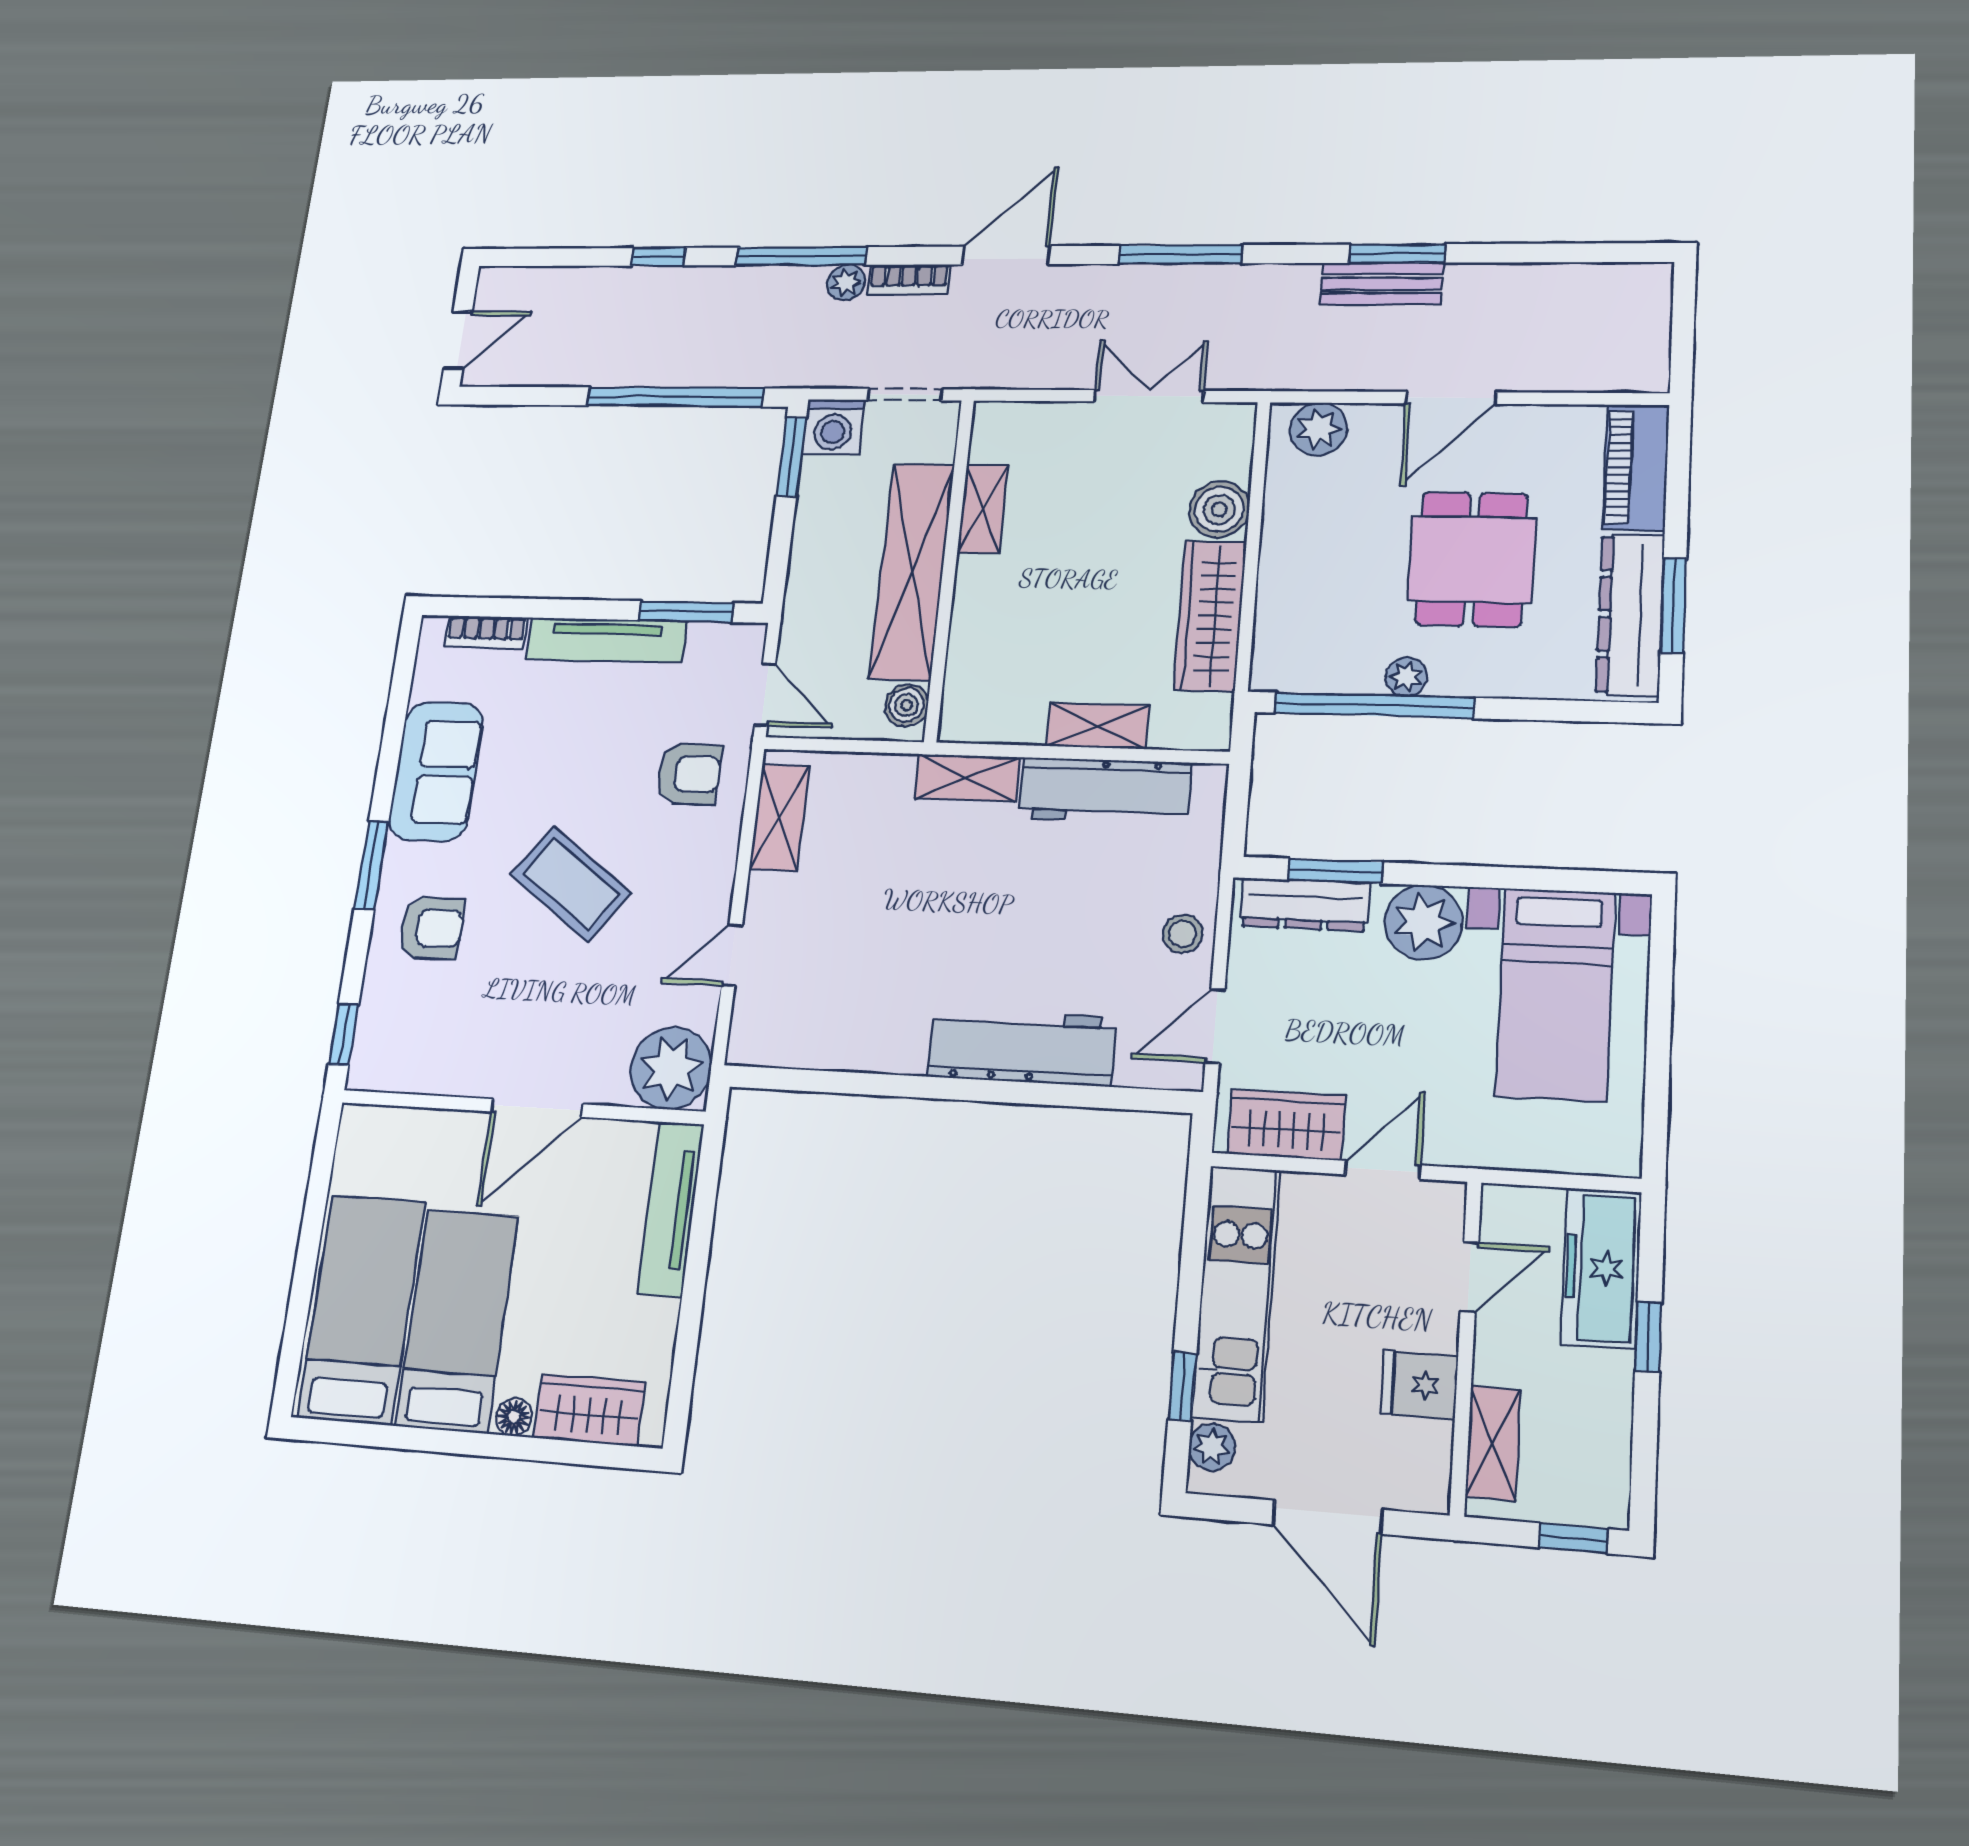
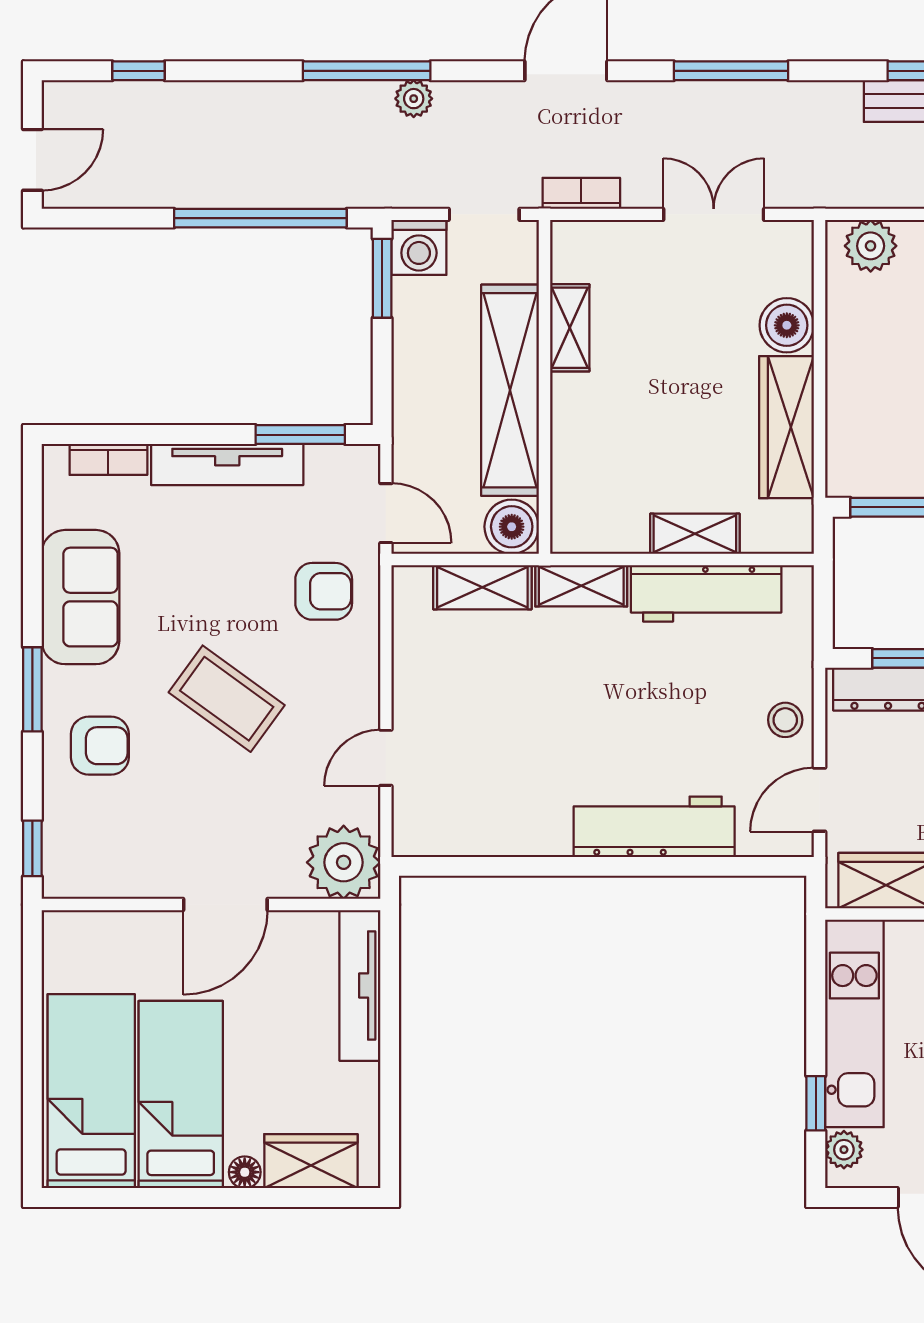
window: (659, 257) -> (138, 71), moved
bookcase: (909, 279) -> (581, 193), moved, turned 180
boiler: (906, 705) -> (512, 527), width x1.36, depth x1.36
shelving: (779, 817) -> (482, 587), moved, turned 90

